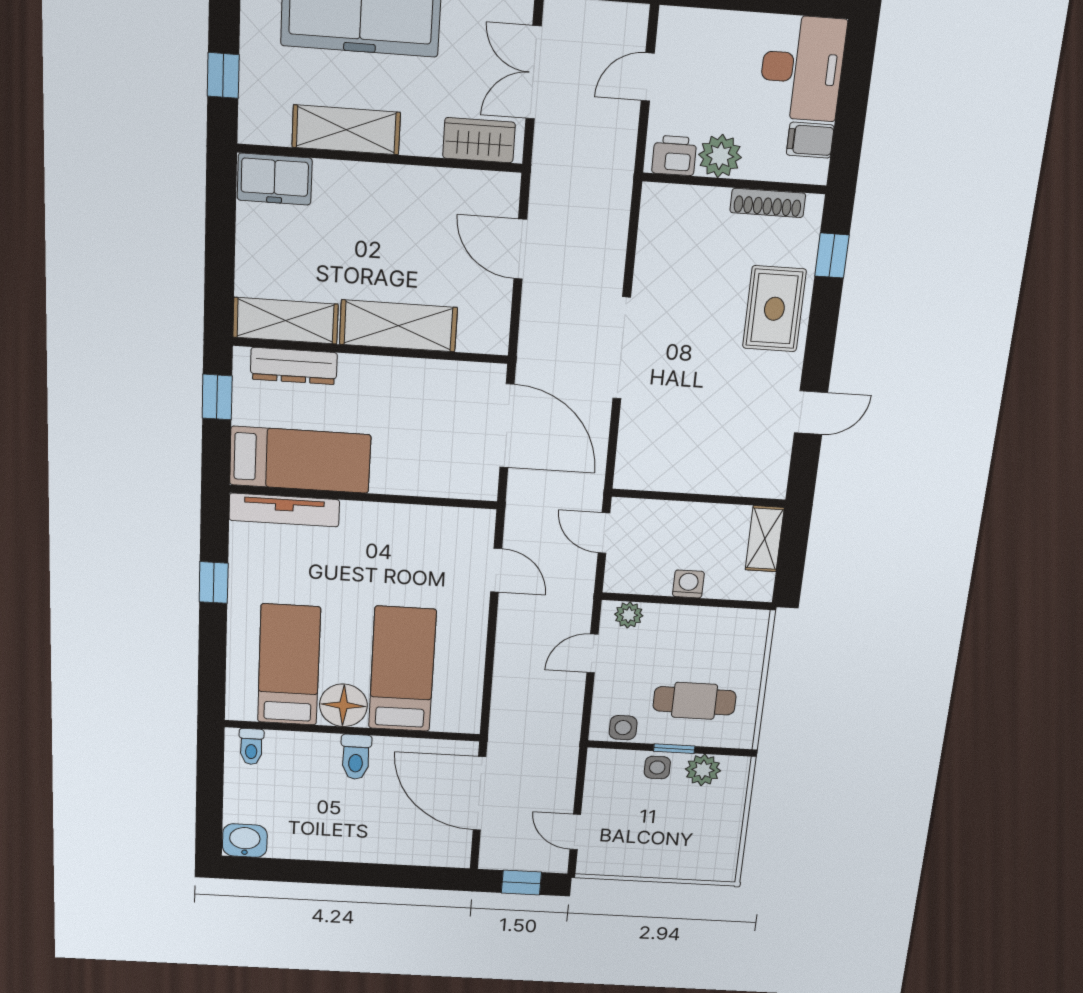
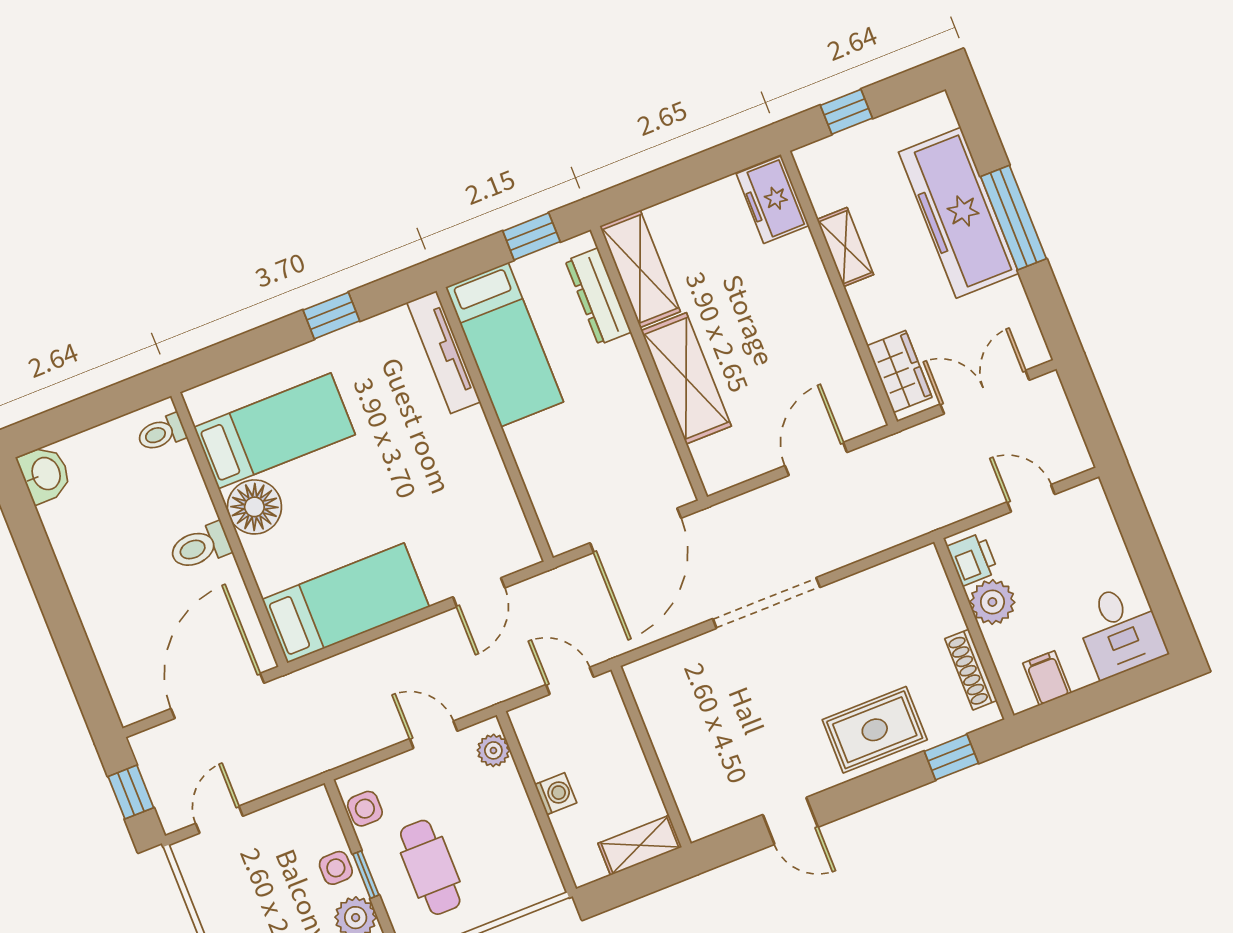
desk: (802, 68) -> (1120, 630), width x0.73
shelving: (346, 130) -> (845, 247), width x0.67, depth x0.75
door: (604, 533) -> (570, 681), hinge flipped
bed: (402, 669) -> (346, 603), moved

